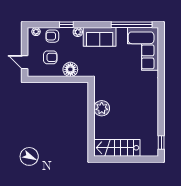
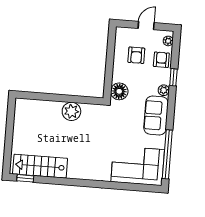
door: (25, 62) -> (146, 26), moved
floor lamp: (70, 69) -> (119, 91), moved
stairs: (117, 148) -> (40, 166), moved, turned -90

